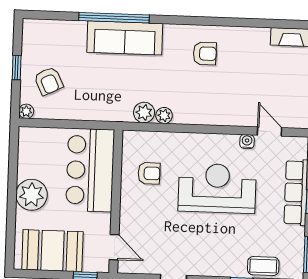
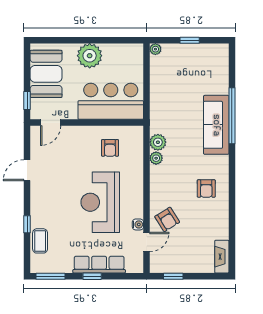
armchair: (49, 81) -> (167, 219), moved, turned -96
reception desk: (217, 188) -> (100, 202), turned 180

